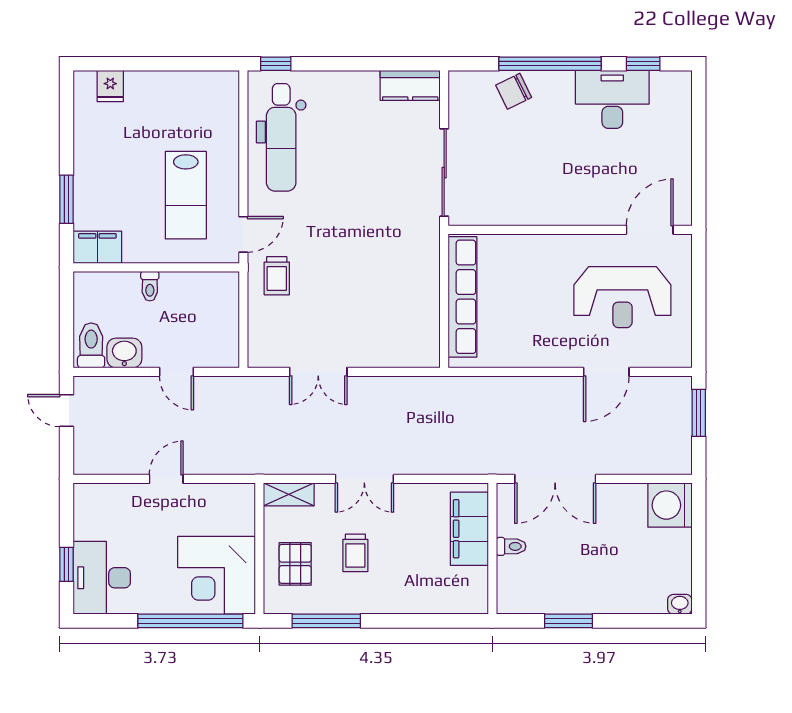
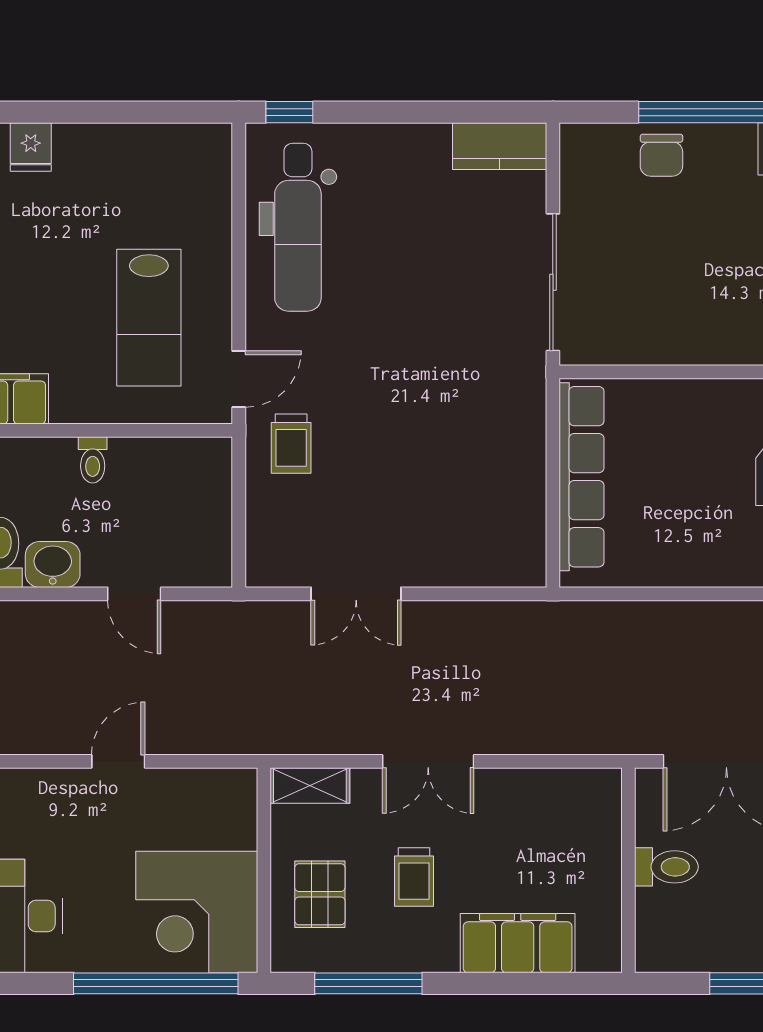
chair: (514, 91) -> (661, 155), turned -64
filing cabinet: (469, 529) -> (518, 943), moved, turned 90
toilet: (511, 546) -> (666, 867), width x1.37, depth x1.39

